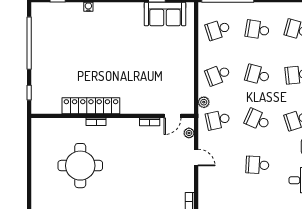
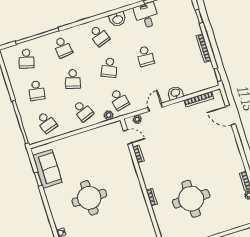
round table: (117, 51) -> (89, 198), added
locker: (91, 106) -> (140, 205), removed
washbasin: (205, 186) -> (175, 93), added

